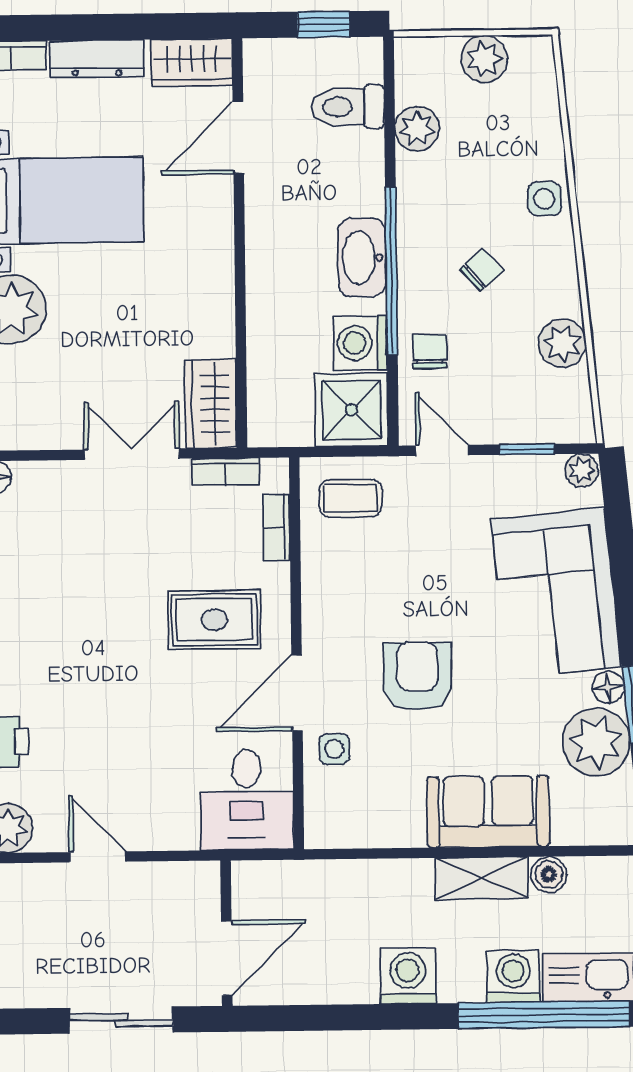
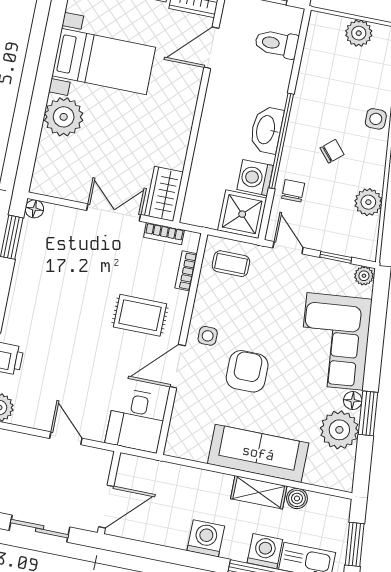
plant: (417, 129) -> (313, 64), removed
side table: (334, 749) -> (208, 336), moved
sofa: (488, 812) -> (258, 453), width x1.36
door: (98, 857) -> (66, 438), moved

